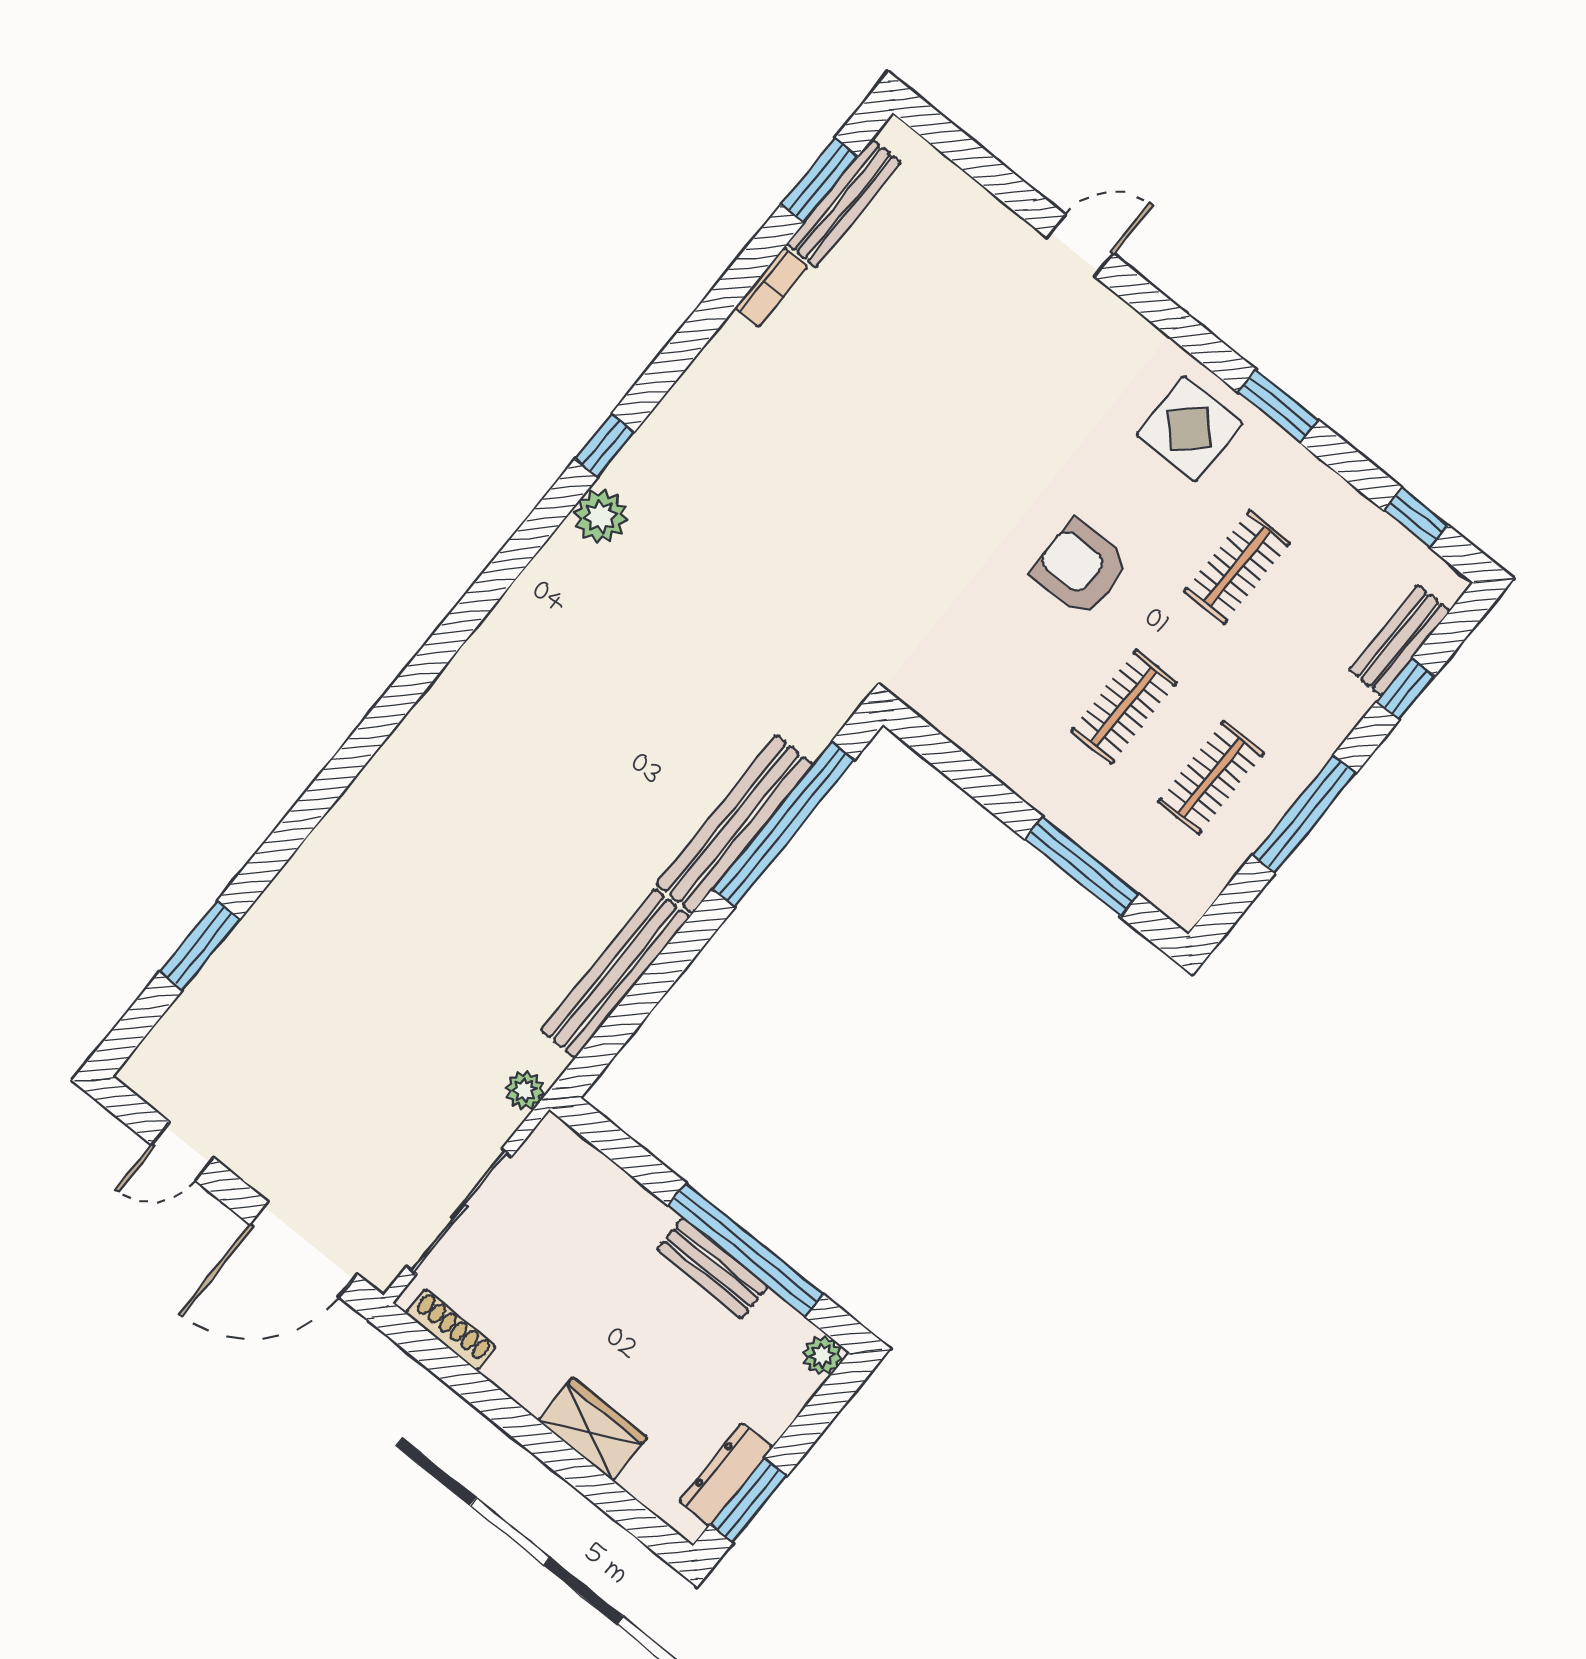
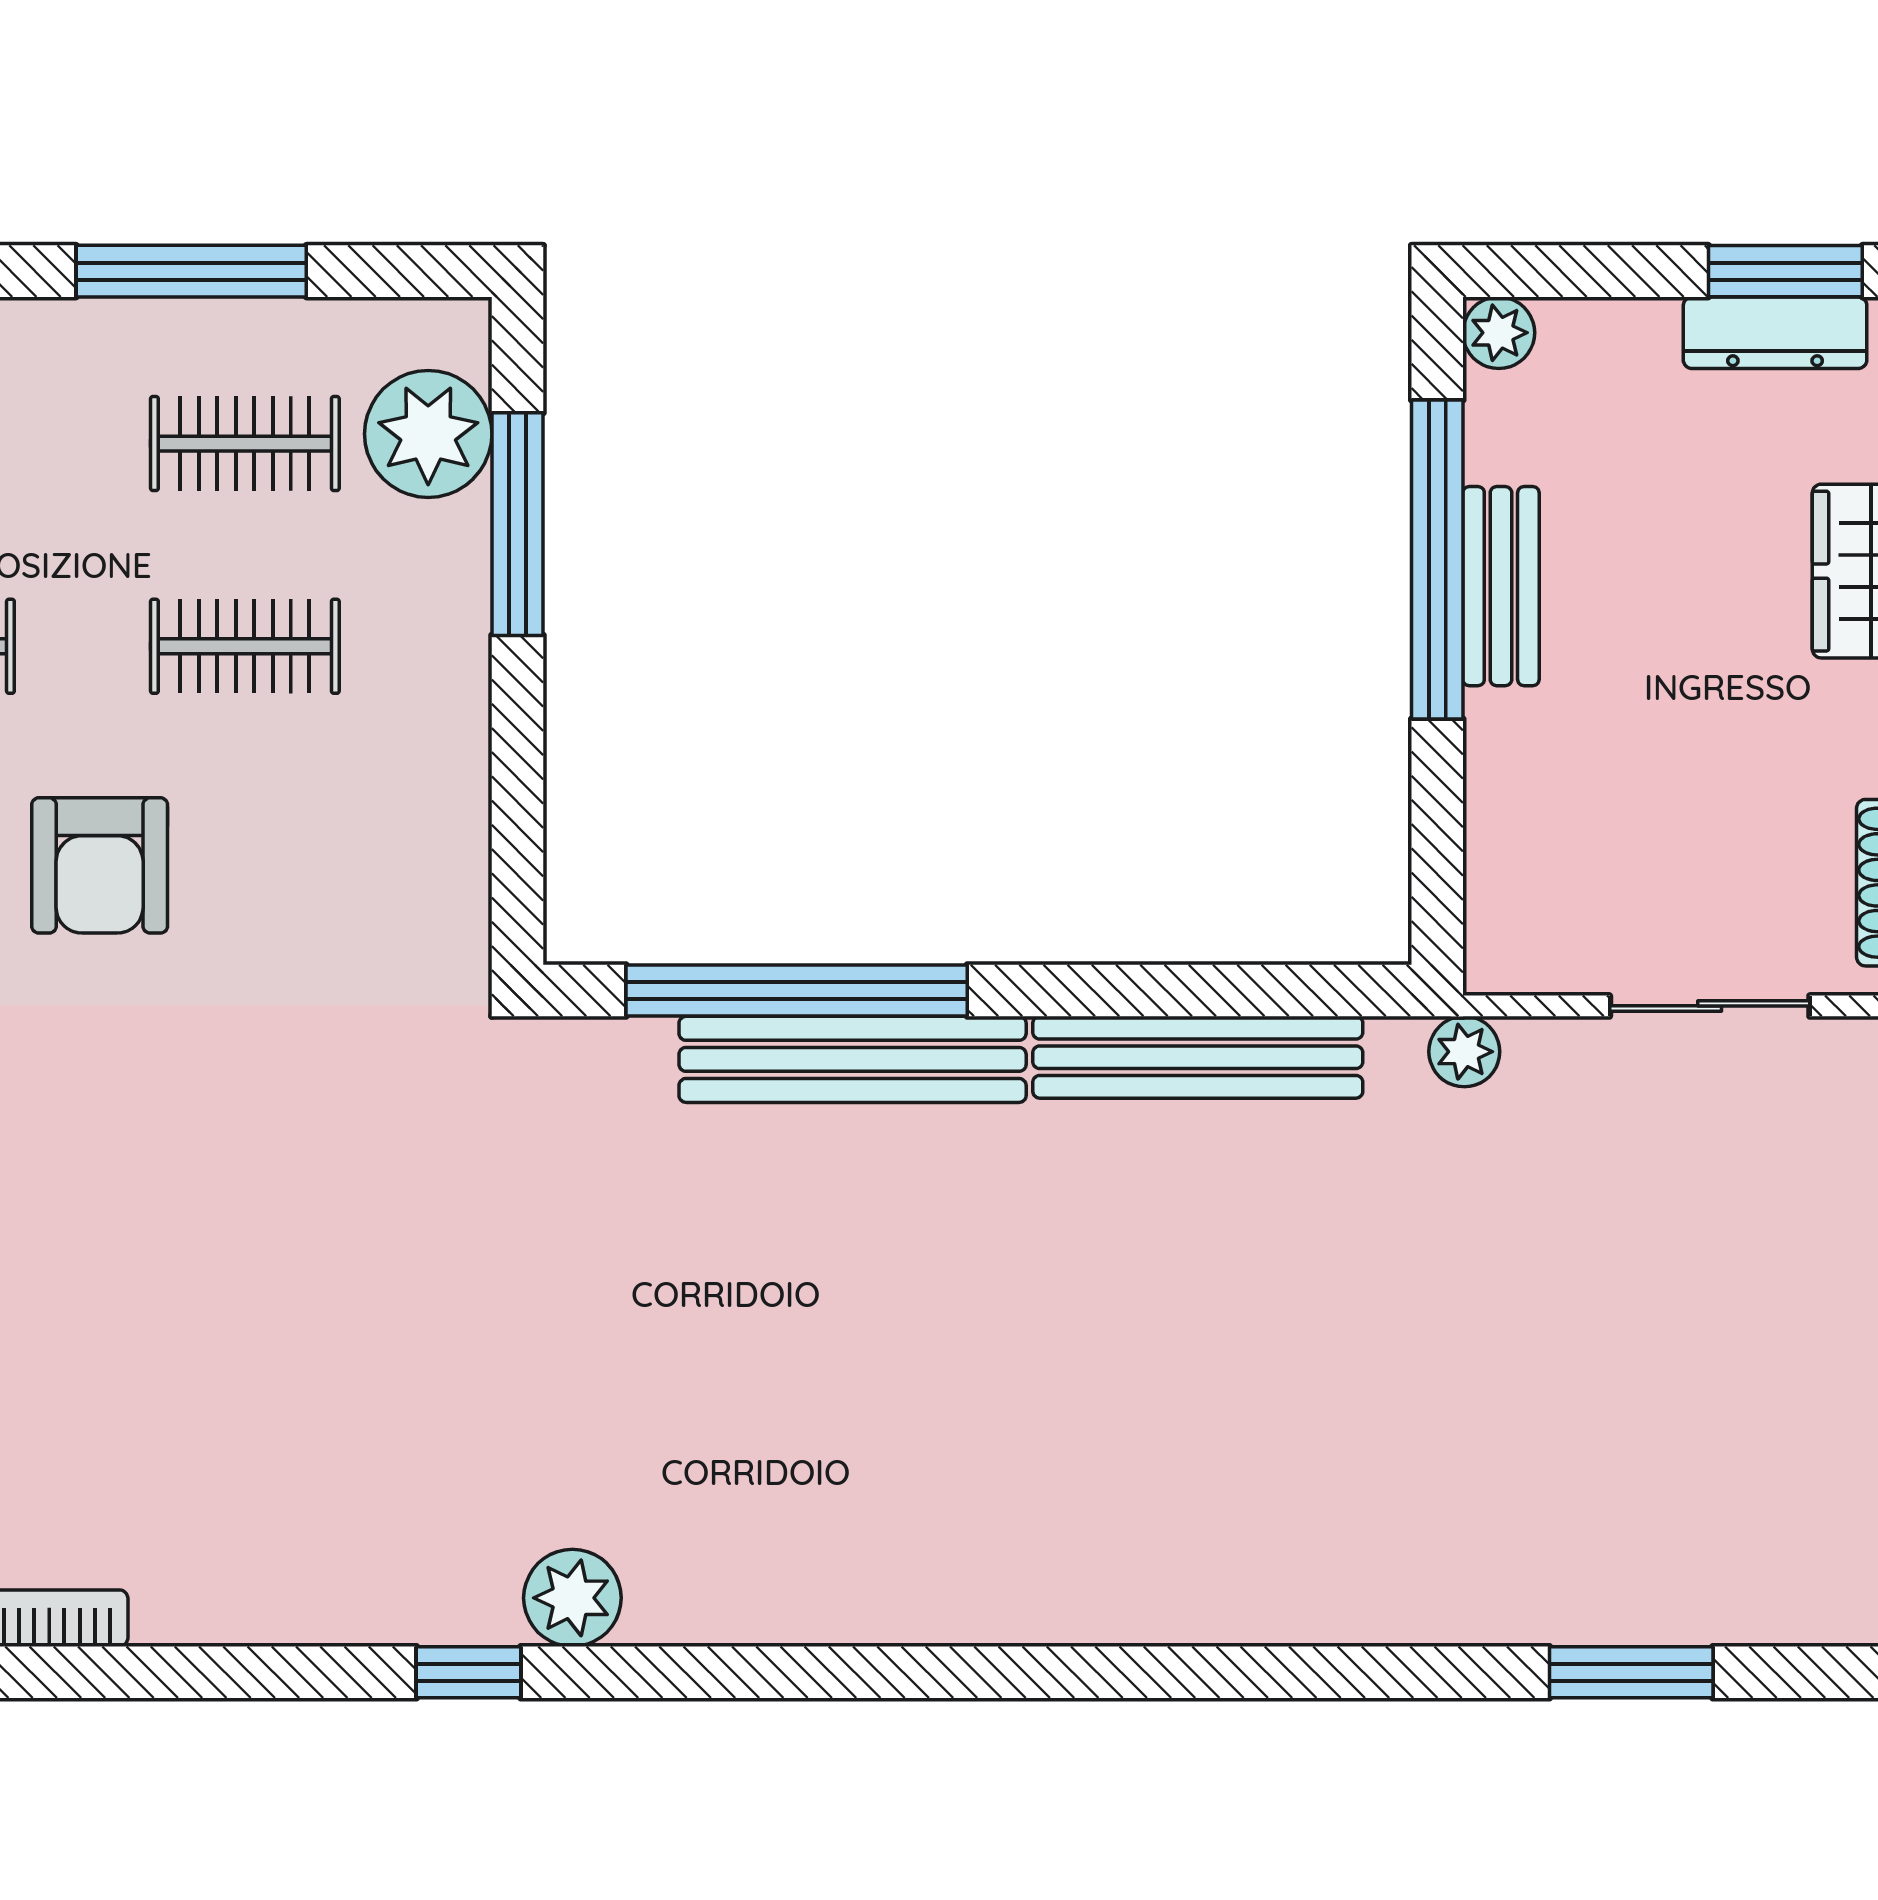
plant: (1151, 860) -> (428, 434), added
sliding door: (459, 1212) -> (1710, 1006), width x0.73

